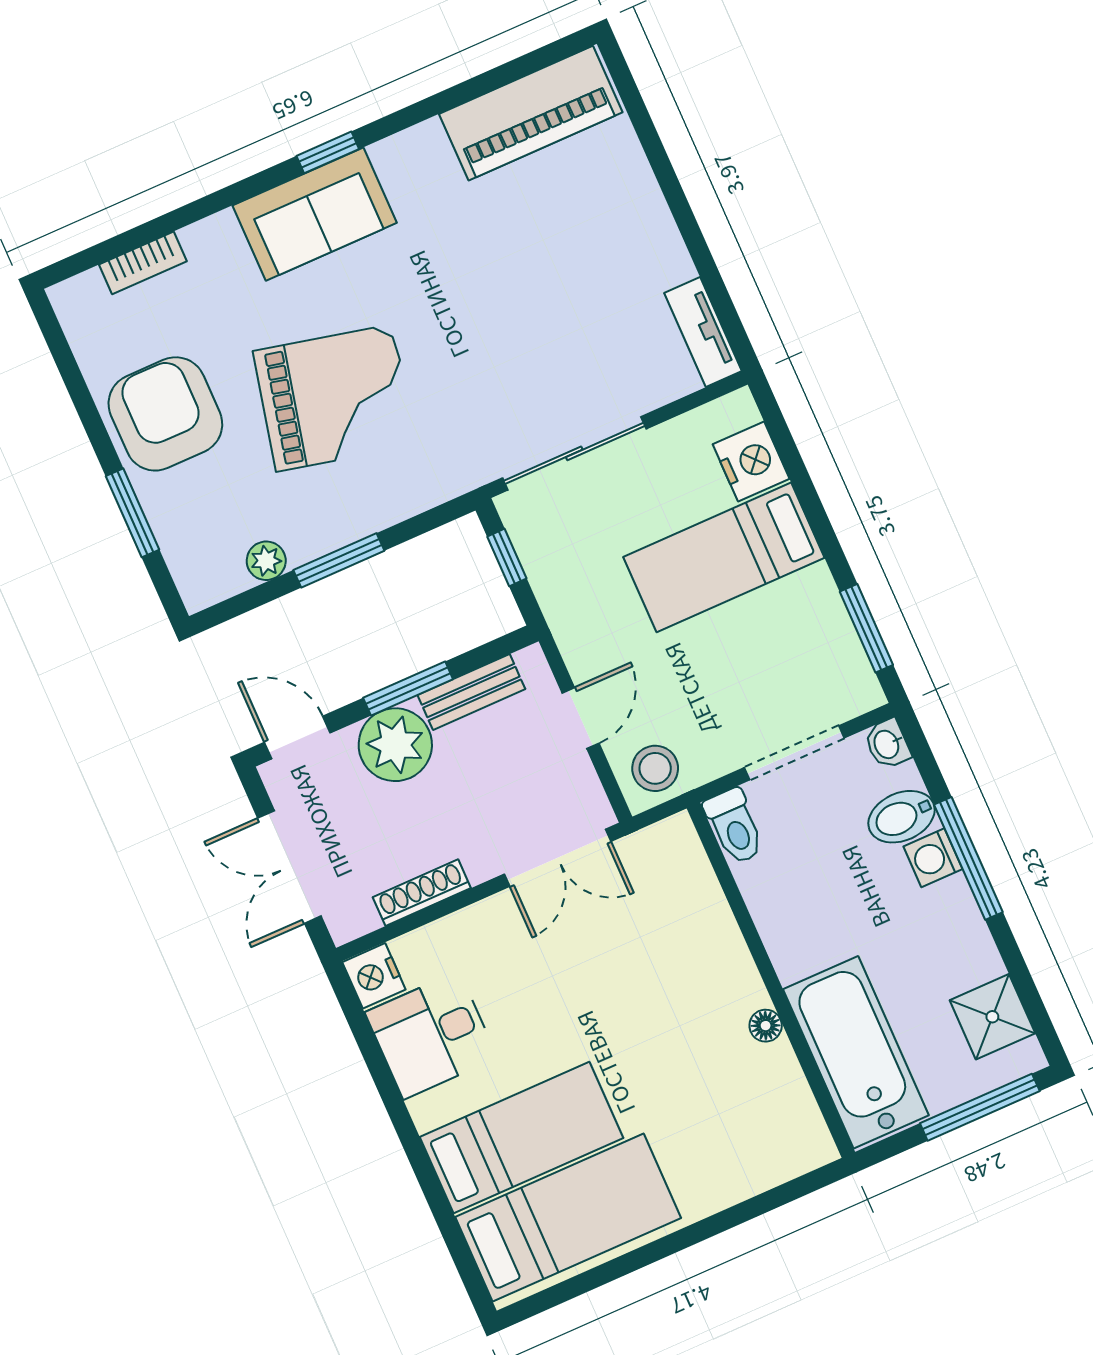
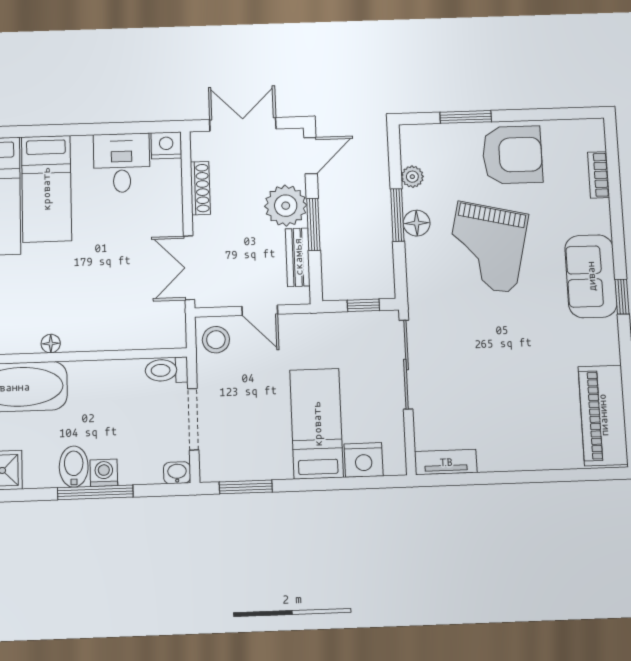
floor lamp: (340, 524) -> (417, 223), added
bidet: (902, 817) -> (74, 467), moved

